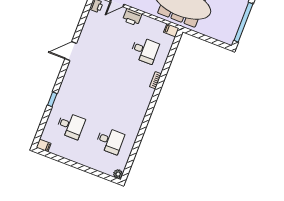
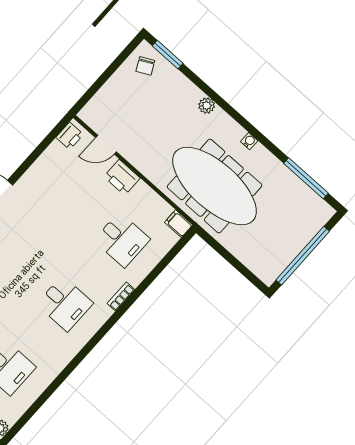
desk: (127, 95) -> (65, 304), added

